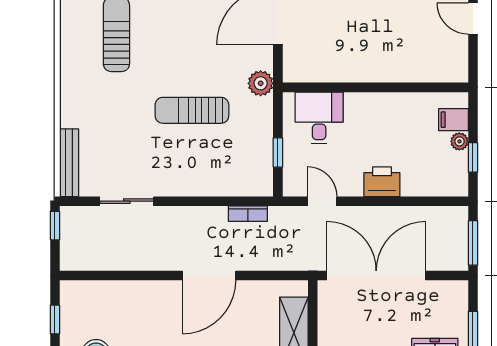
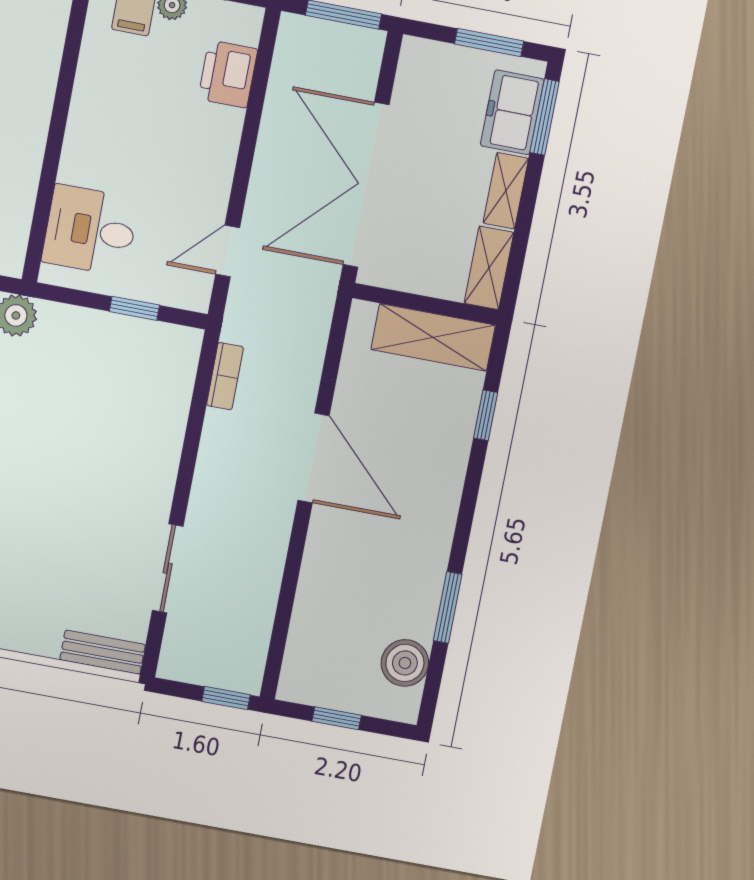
sun lounger: (192, 110) -> (40, 436), removed
bench: (69, 163) -> (103, 652), width x0.73
printer: (382, 182) -> (228, 74), moved
window: (55, 226) -> (226, 698), moved

